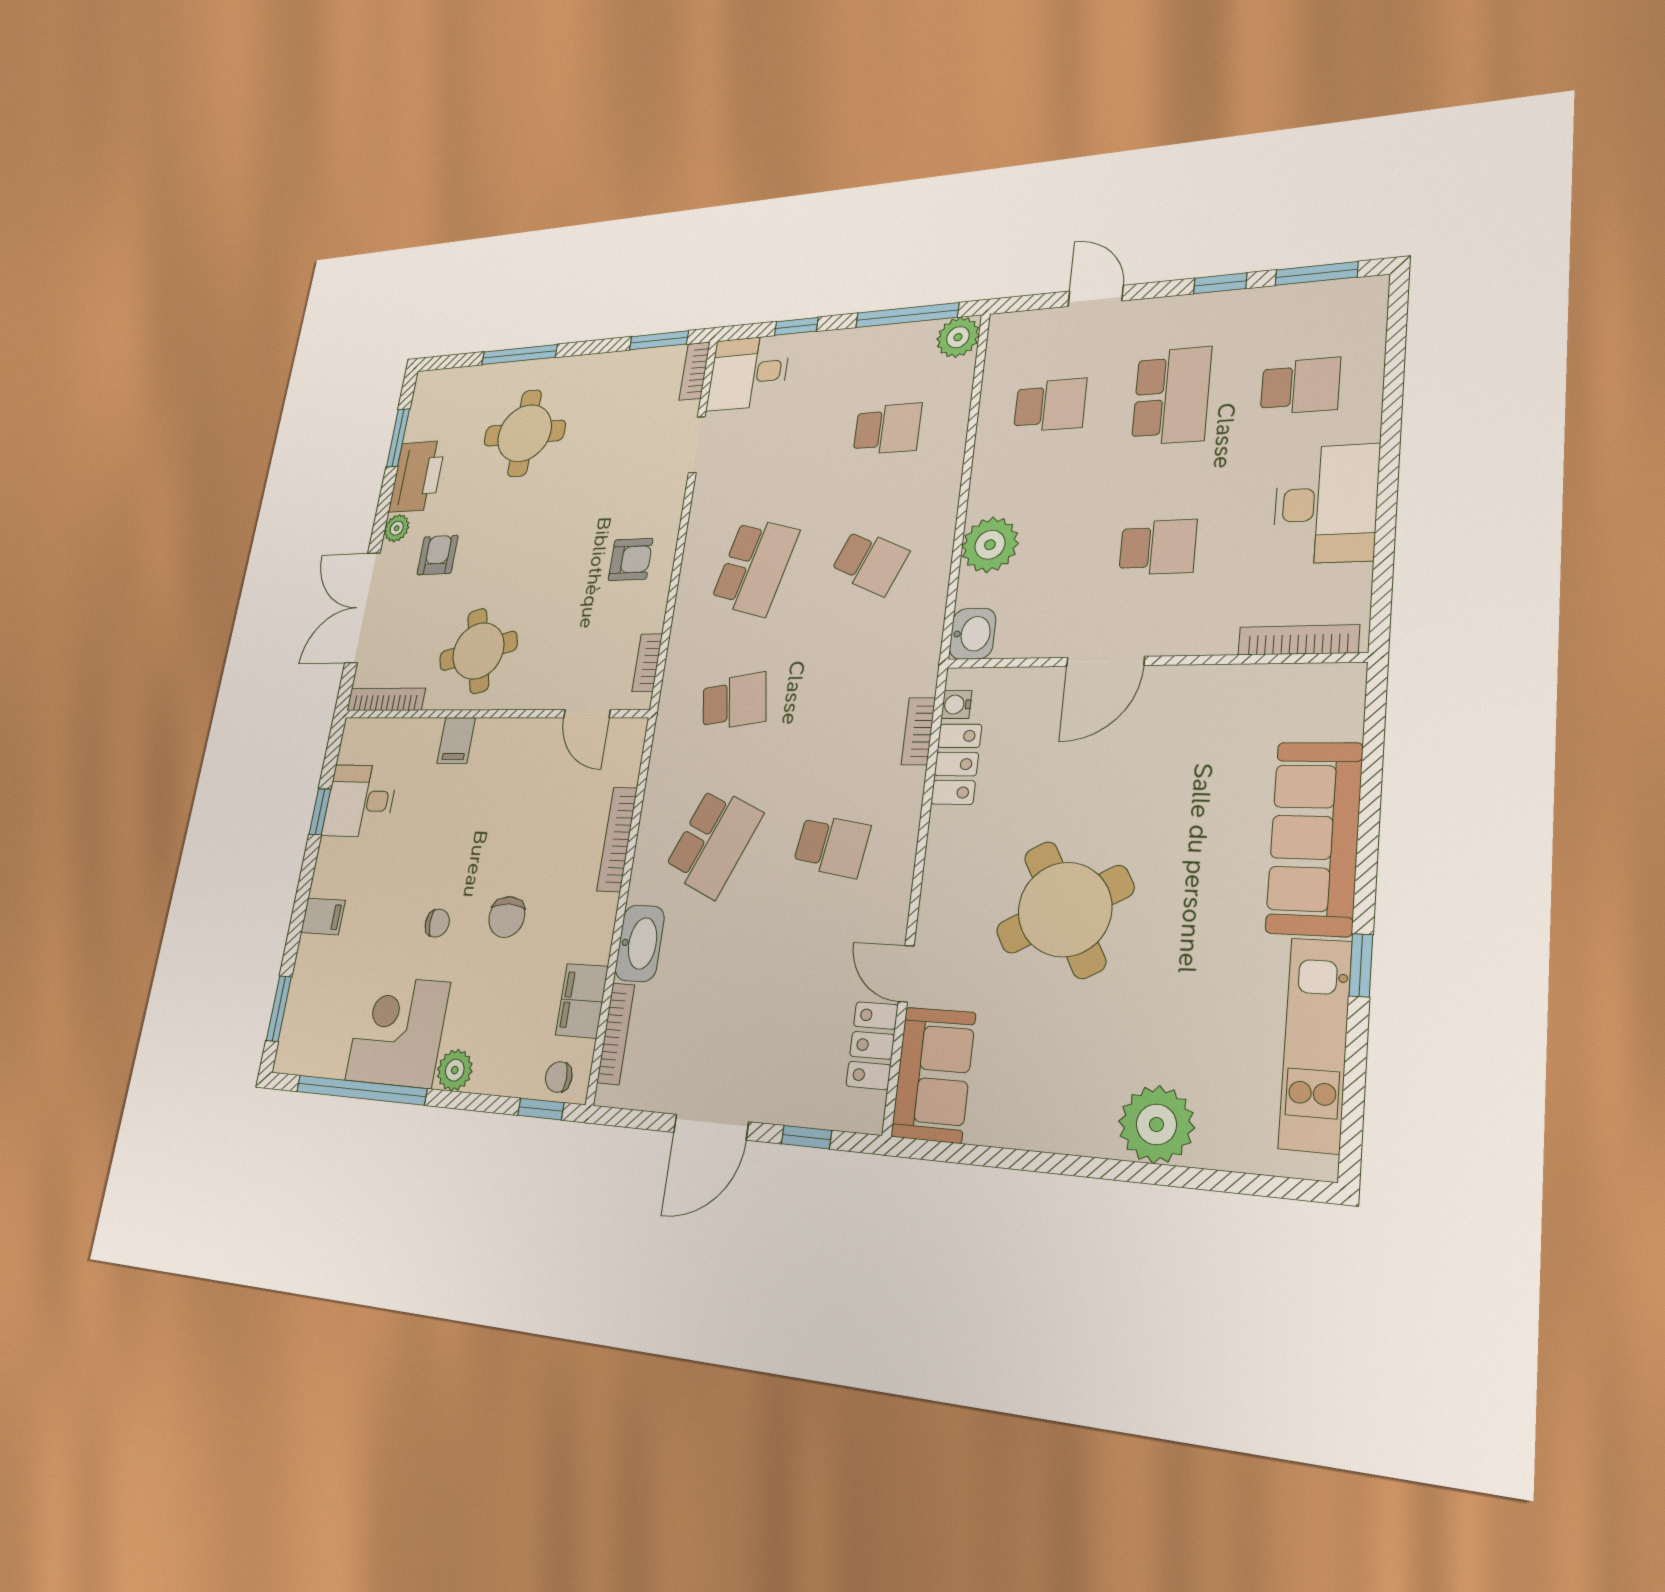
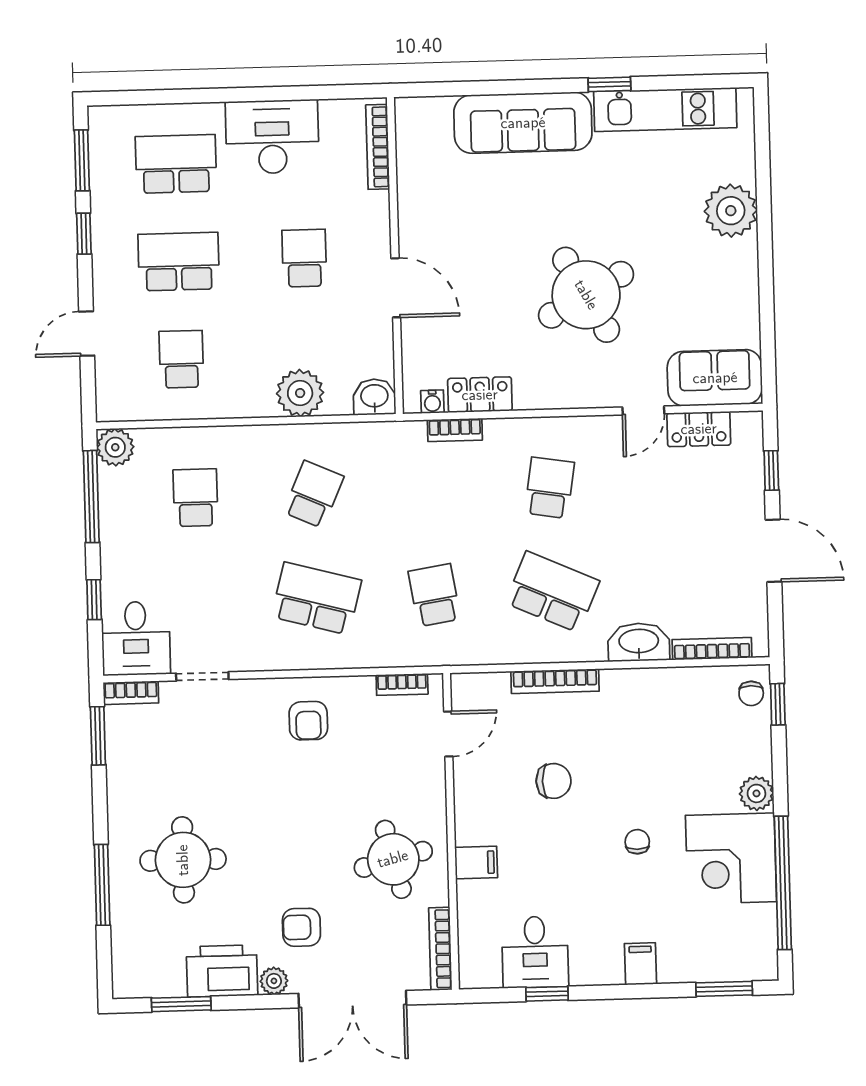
school desk: (1300, 386) -> (176, 164), width x1.85
armchair: (631, 559) -> (308, 721), turned 180
chair: (507, 917) -> (554, 781), moved
filing cabinet: (582, 1001) -> (689, 686), removed

